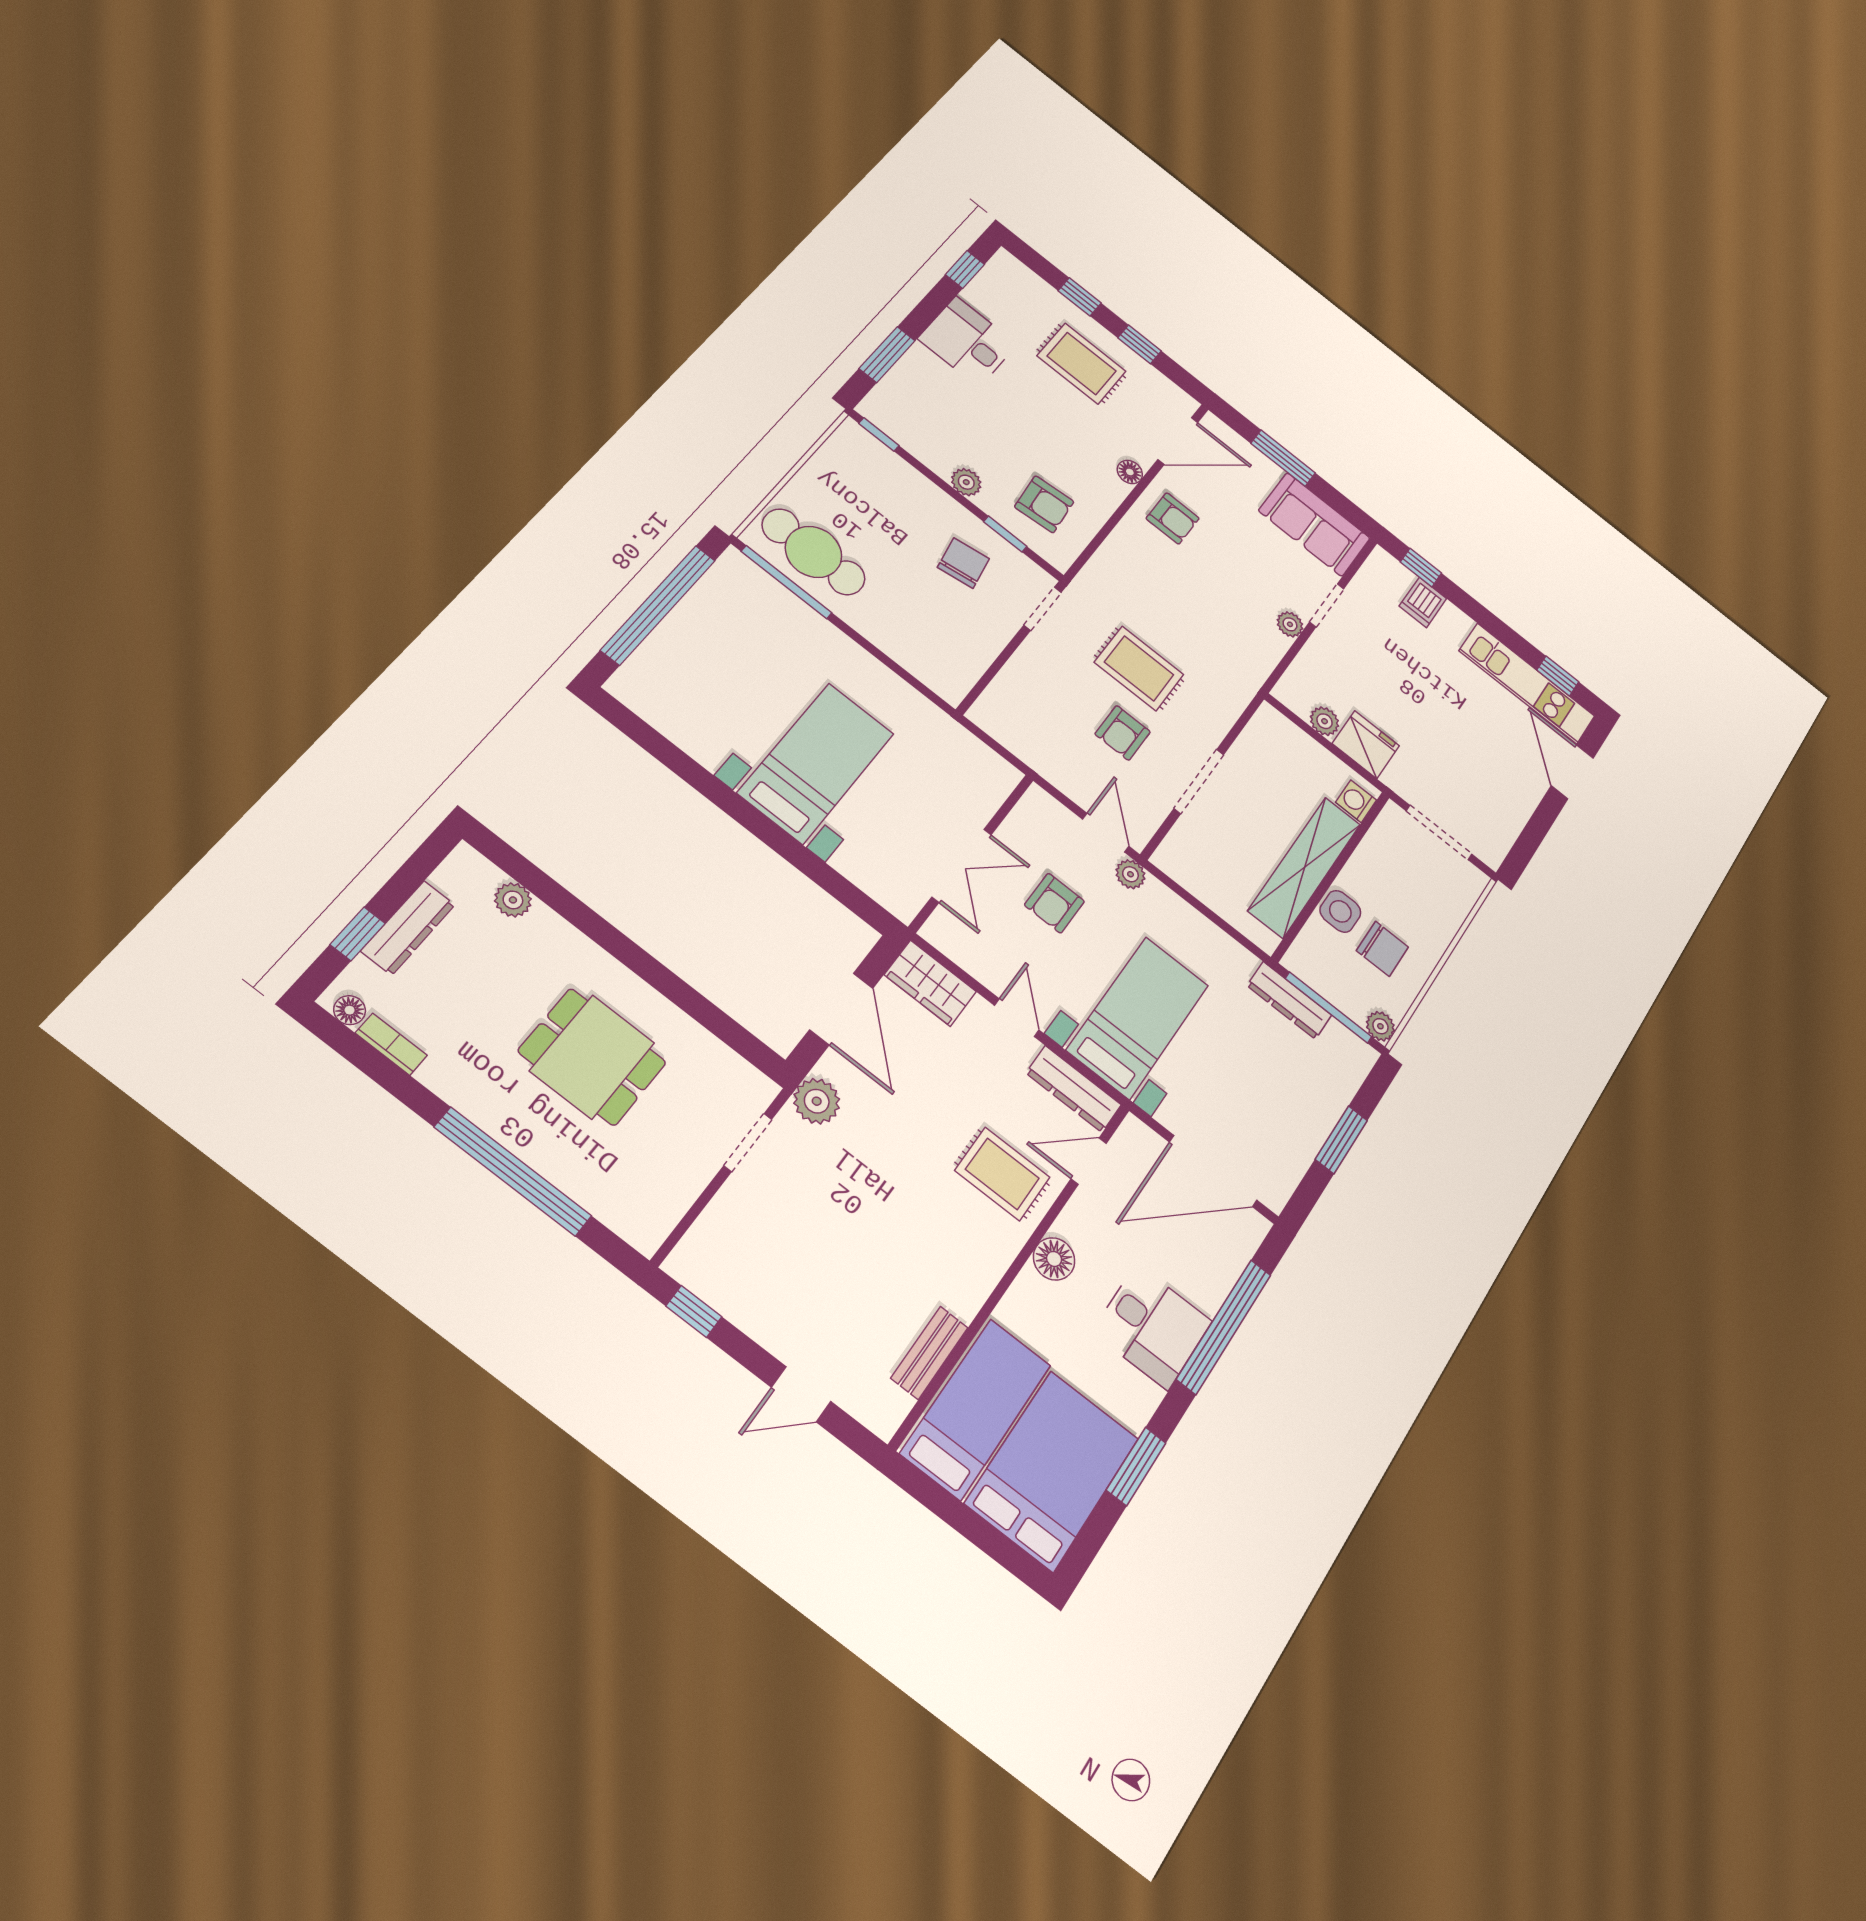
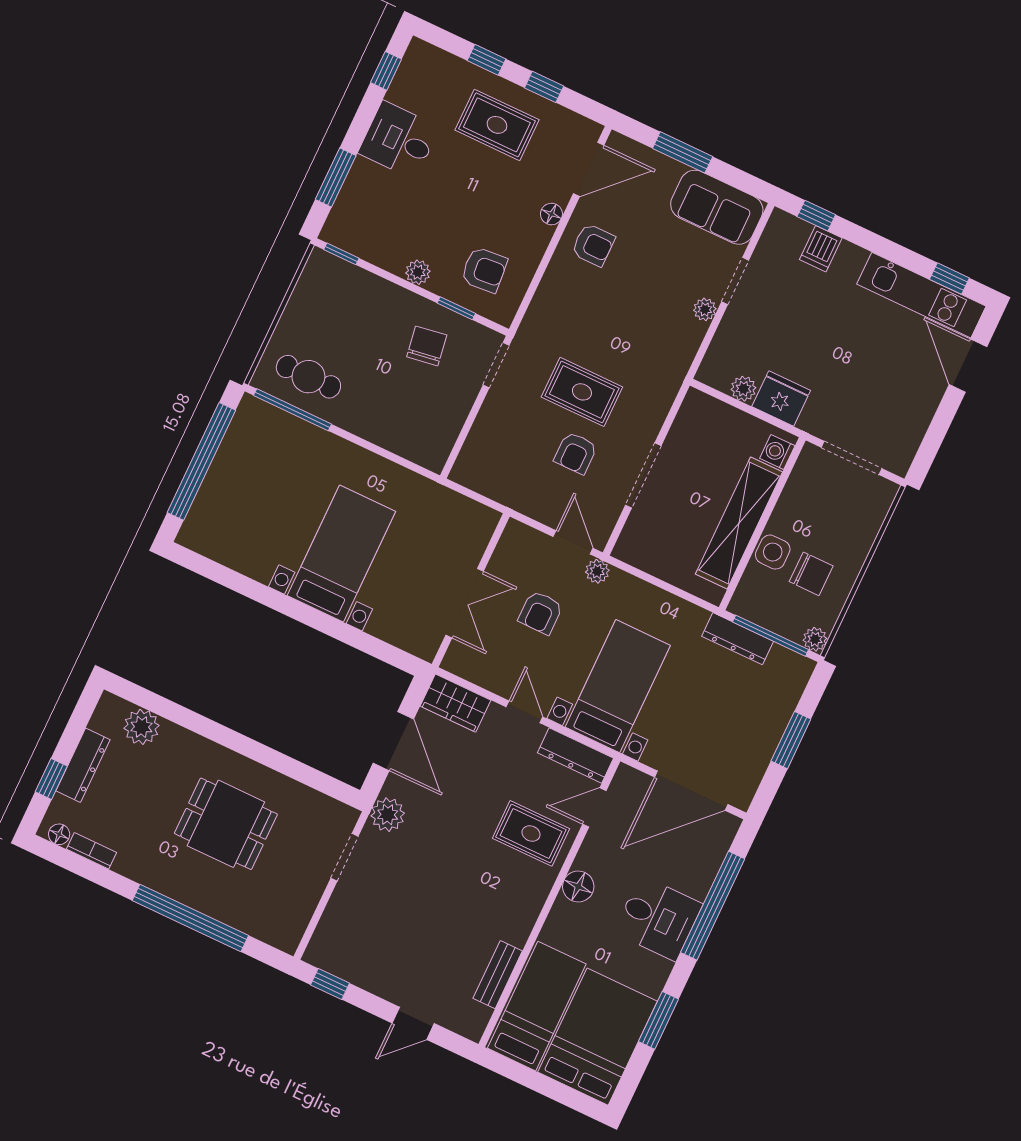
cafe table: (814, 552) -> (308, 377), width x0.73, depth x0.74
plant: (513, 900) -> (141, 727), width x1.38, depth x1.38

